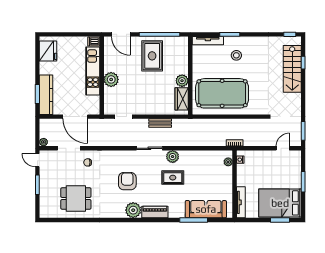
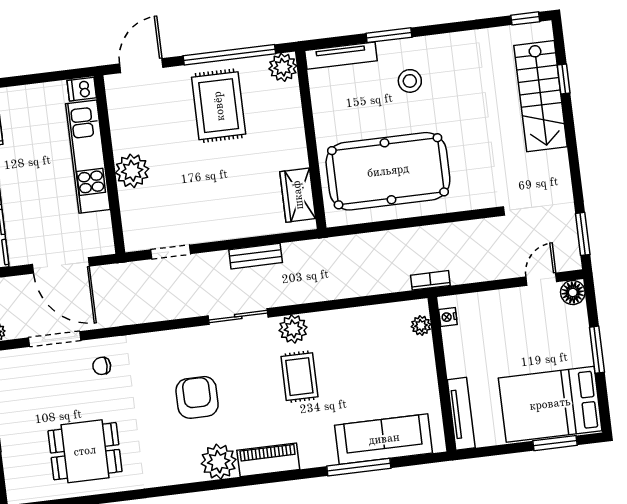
door: (121, 34) -> (141, 66), swing flipped
plant: (182, 81) -> (283, 67), moved
floor lamp: (296, 156) -> (573, 292), added
rug: (173, 178) -> (299, 377), turned 90

